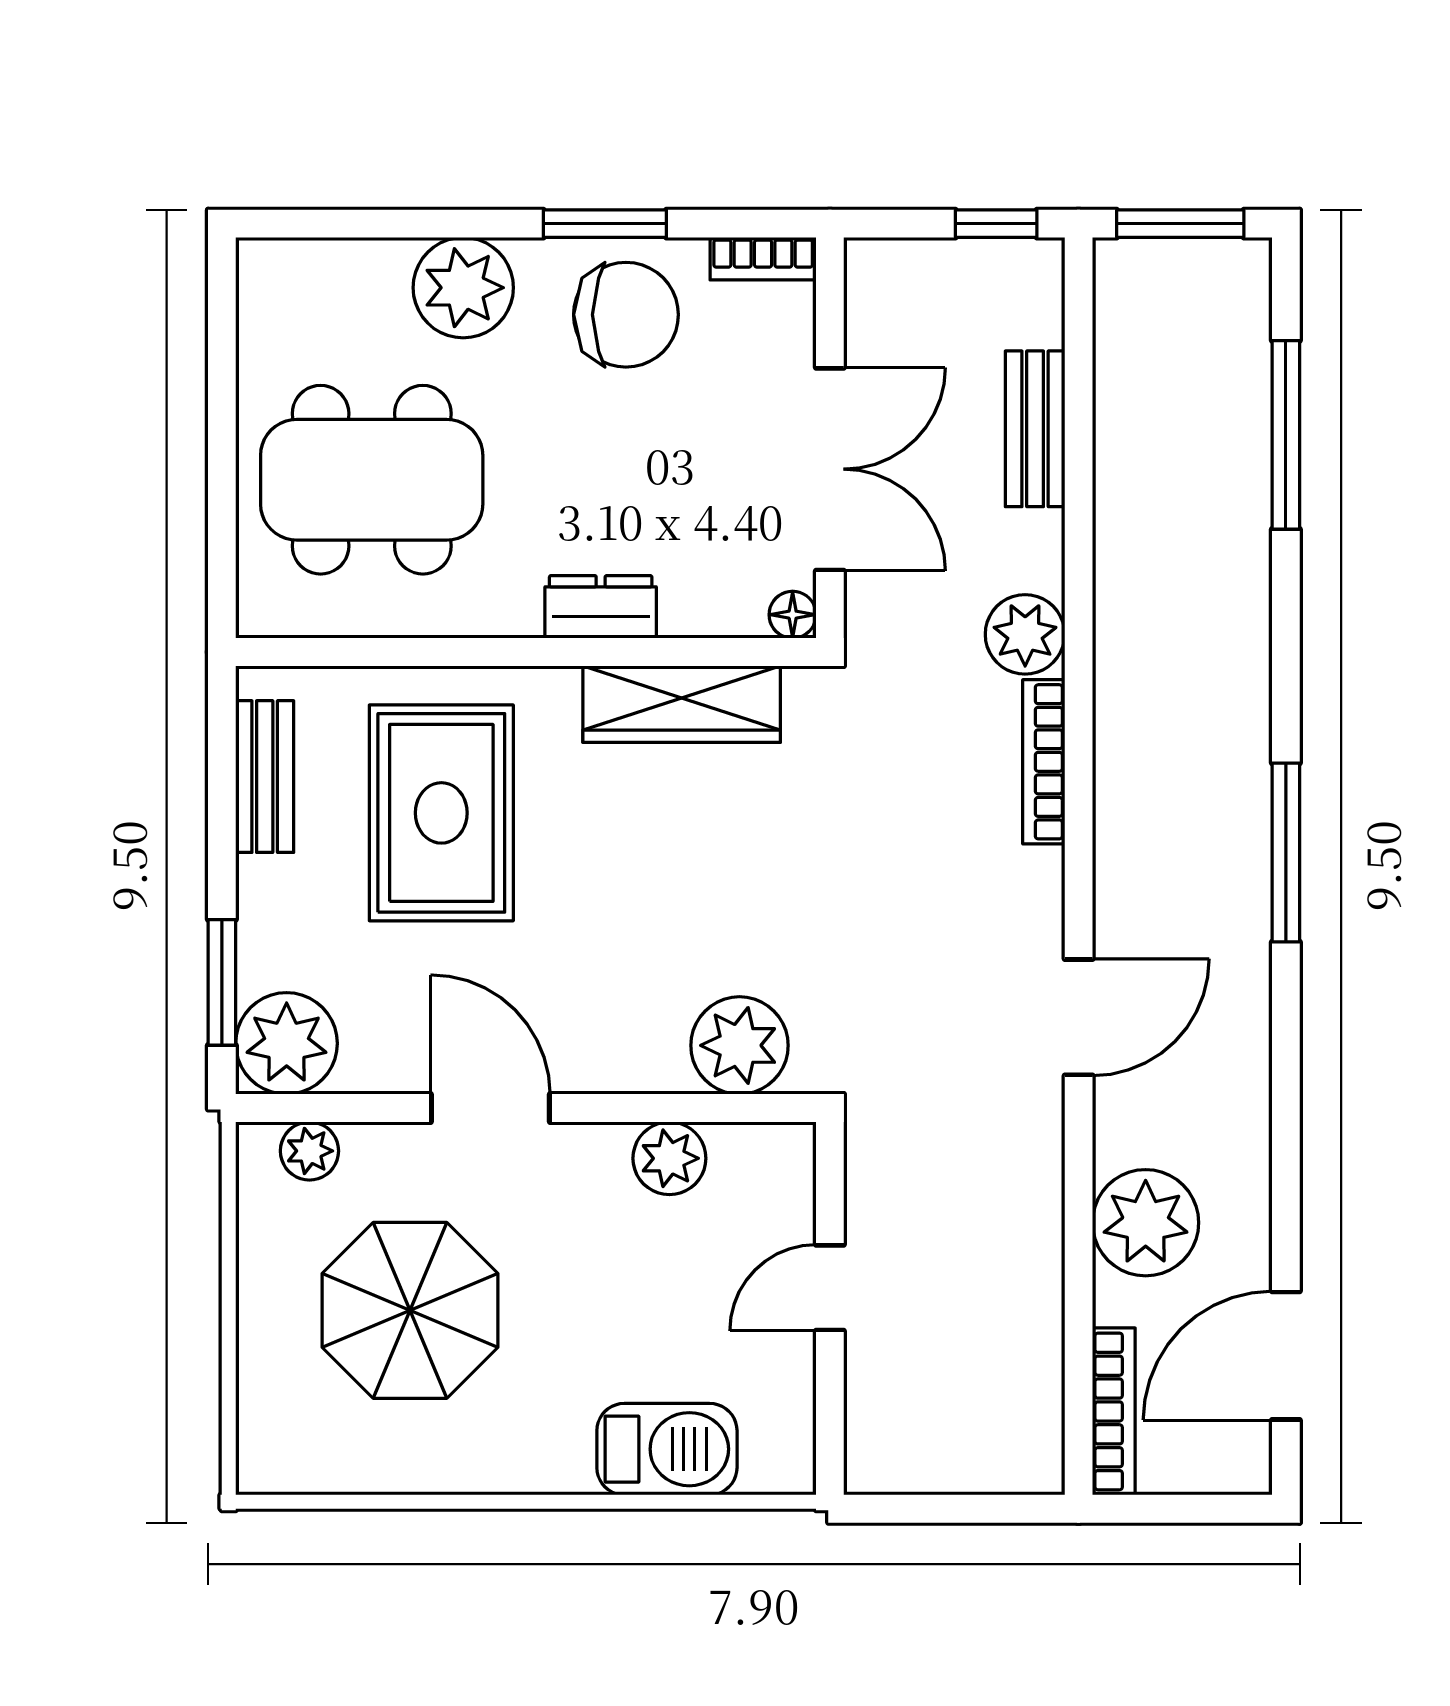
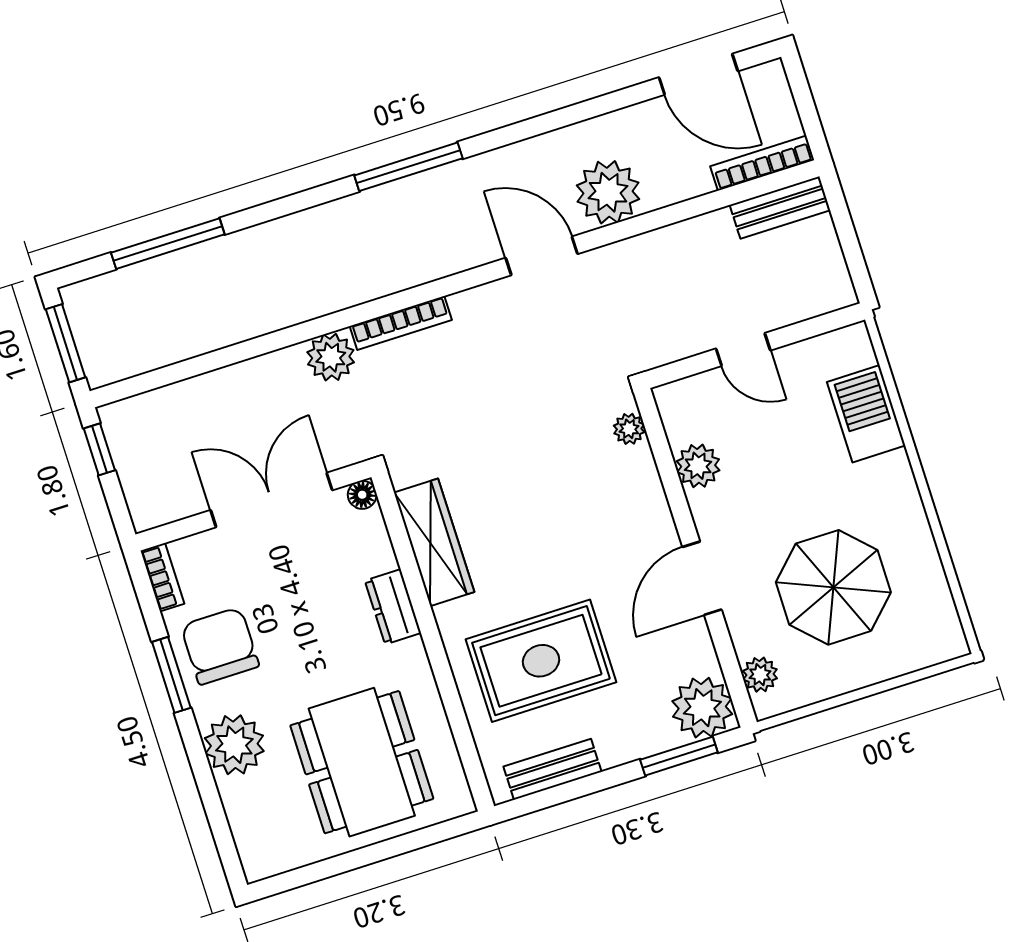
bench: (1035, 429) -> (780, 208), moved
plant: (739, 1045) -> (629, 429), width x0.53, depth x0.53
plant: (1146, 1223) -> (608, 192), moved

